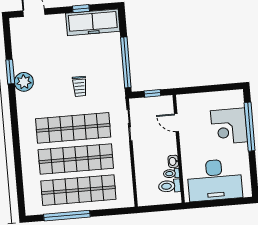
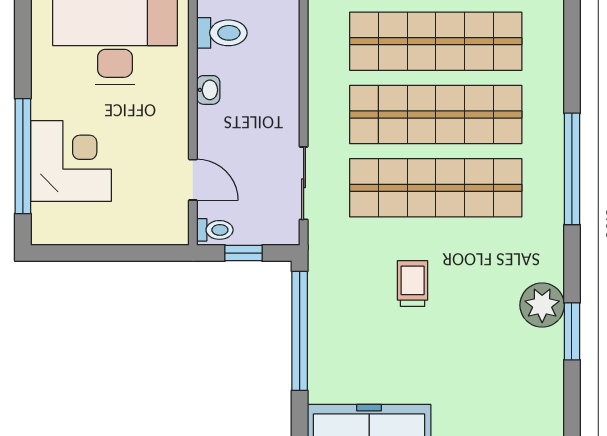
window: (16, 141) -> (572, 169), added
toilet: (171, 173) -> (215, 230), moved

